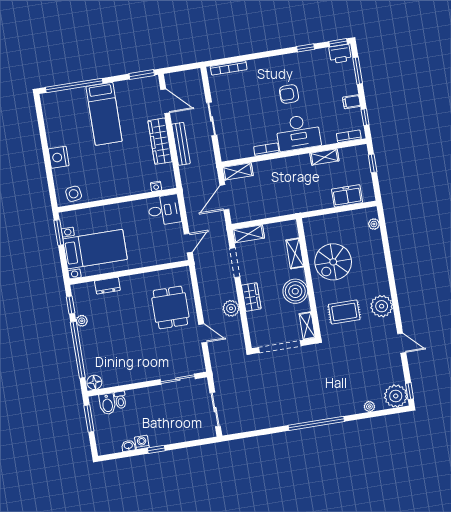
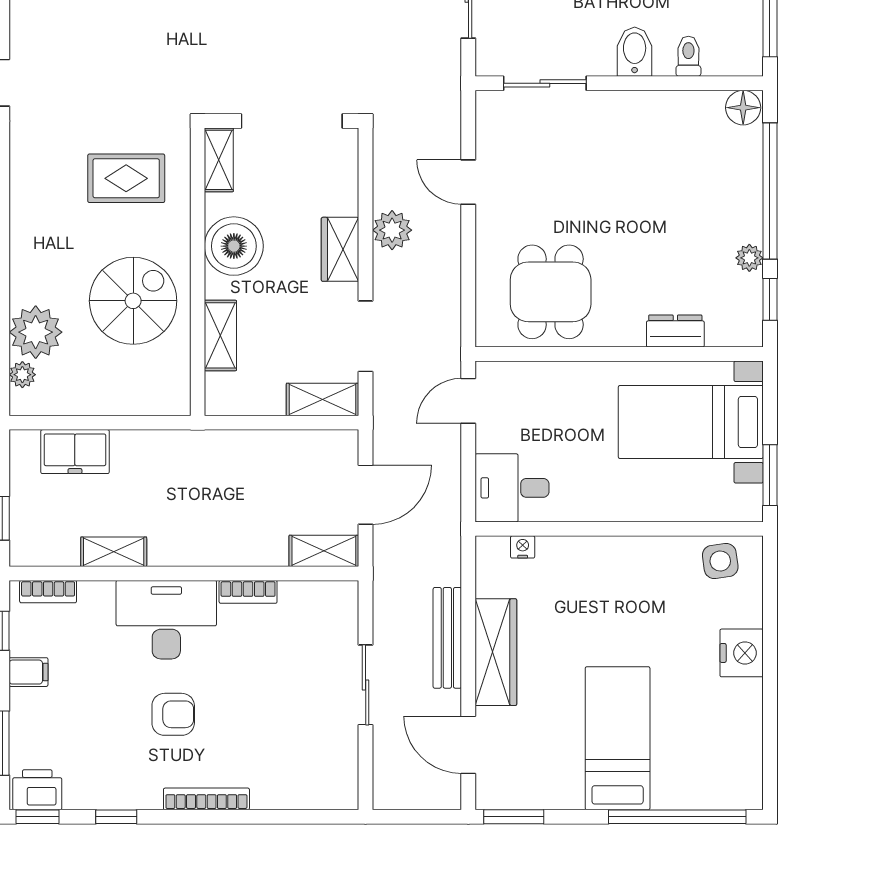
bookcase: (229, 68) -> (206, 799), moved
plant: (382, 306) -> (36, 332), moved
dining table: (170, 308) -> (551, 292), moved
bidet: (107, 404) -> (635, 52), moved

